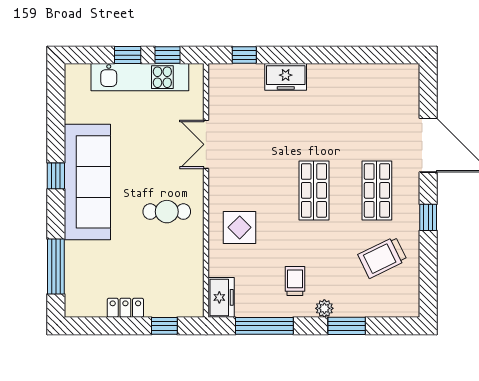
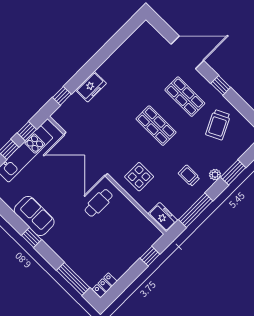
double door: (206, 144) -> (86, 154), width x1.87
sofa: (87, 182) -> (34, 216), width x0.54, depth x0.79
locker: (125, 308) -> (105, 285), moved

